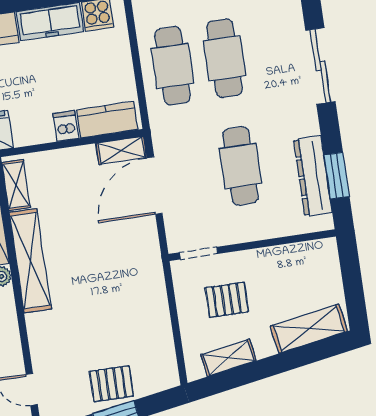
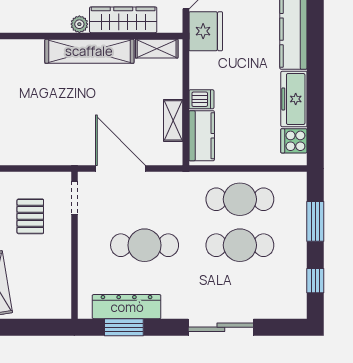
shelving: (121, 150) -> (173, 120), moved
door: (155, 186) -> (120, 168), moved

